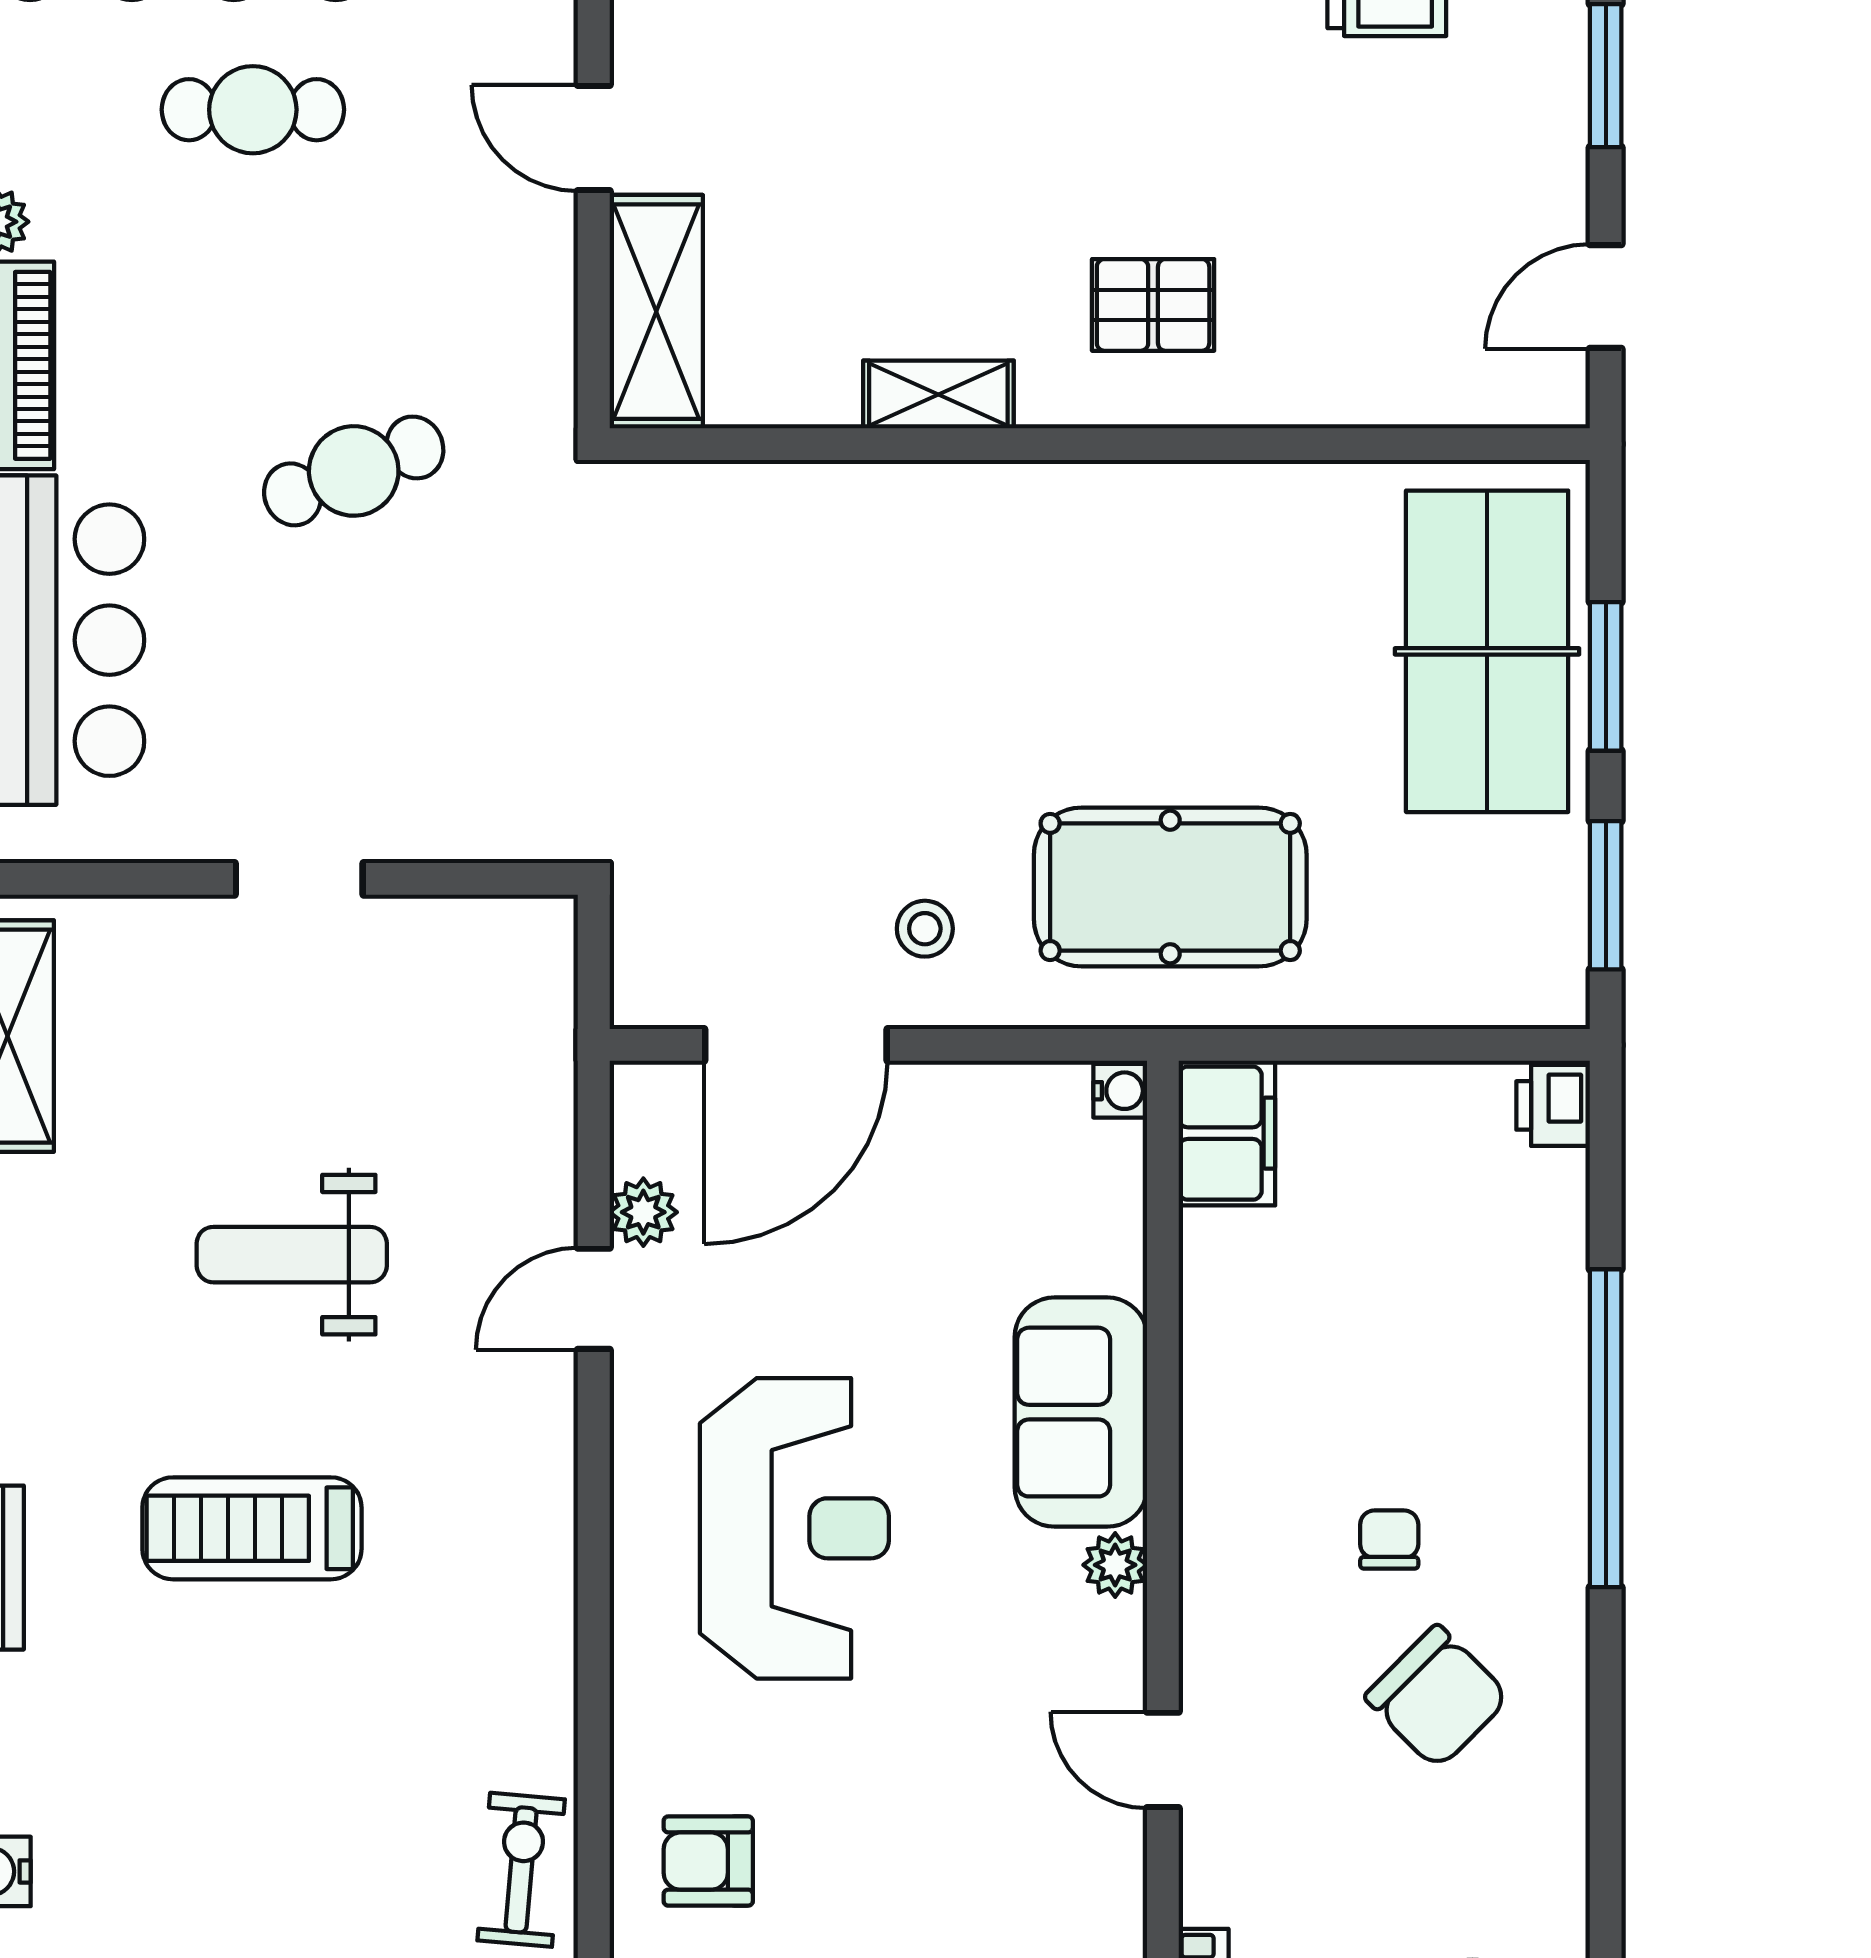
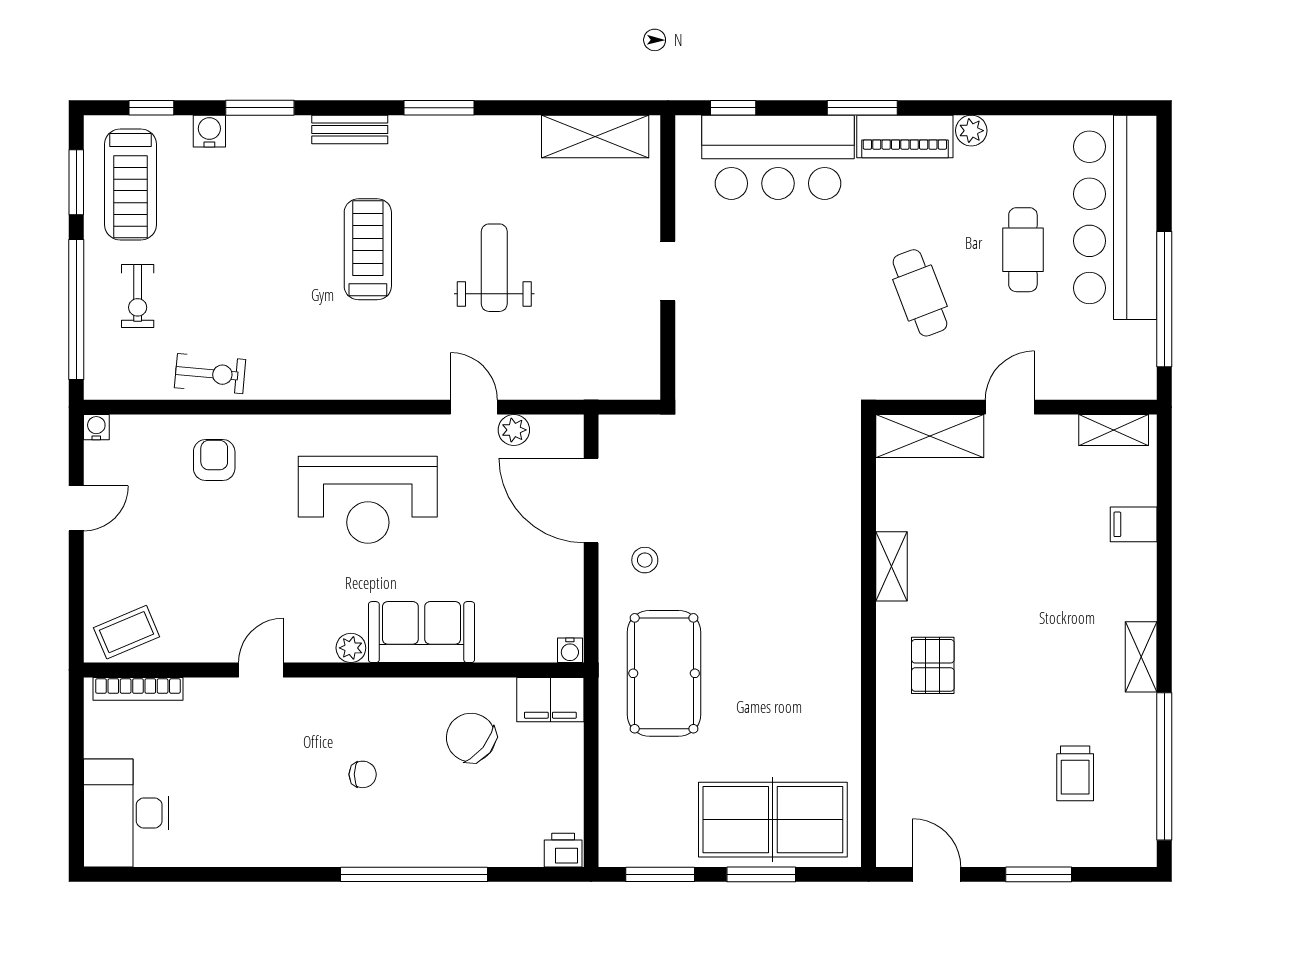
cafe table: (354, 471) -> (920, 293), moved
chair: (1437, 1697) -> (471, 738), moved, turned 84

